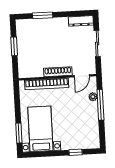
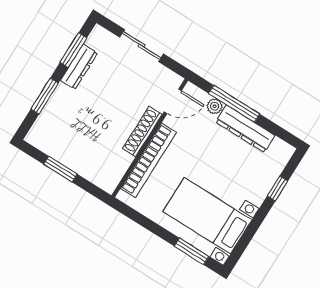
window: (73, 14) -> (73, 50), added
dresser: (81, 21) -> (79, 67), moved
door: (82, 76) -> (173, 101), hinge flipped
dresser: (93, 118) -> (245, 129), added

